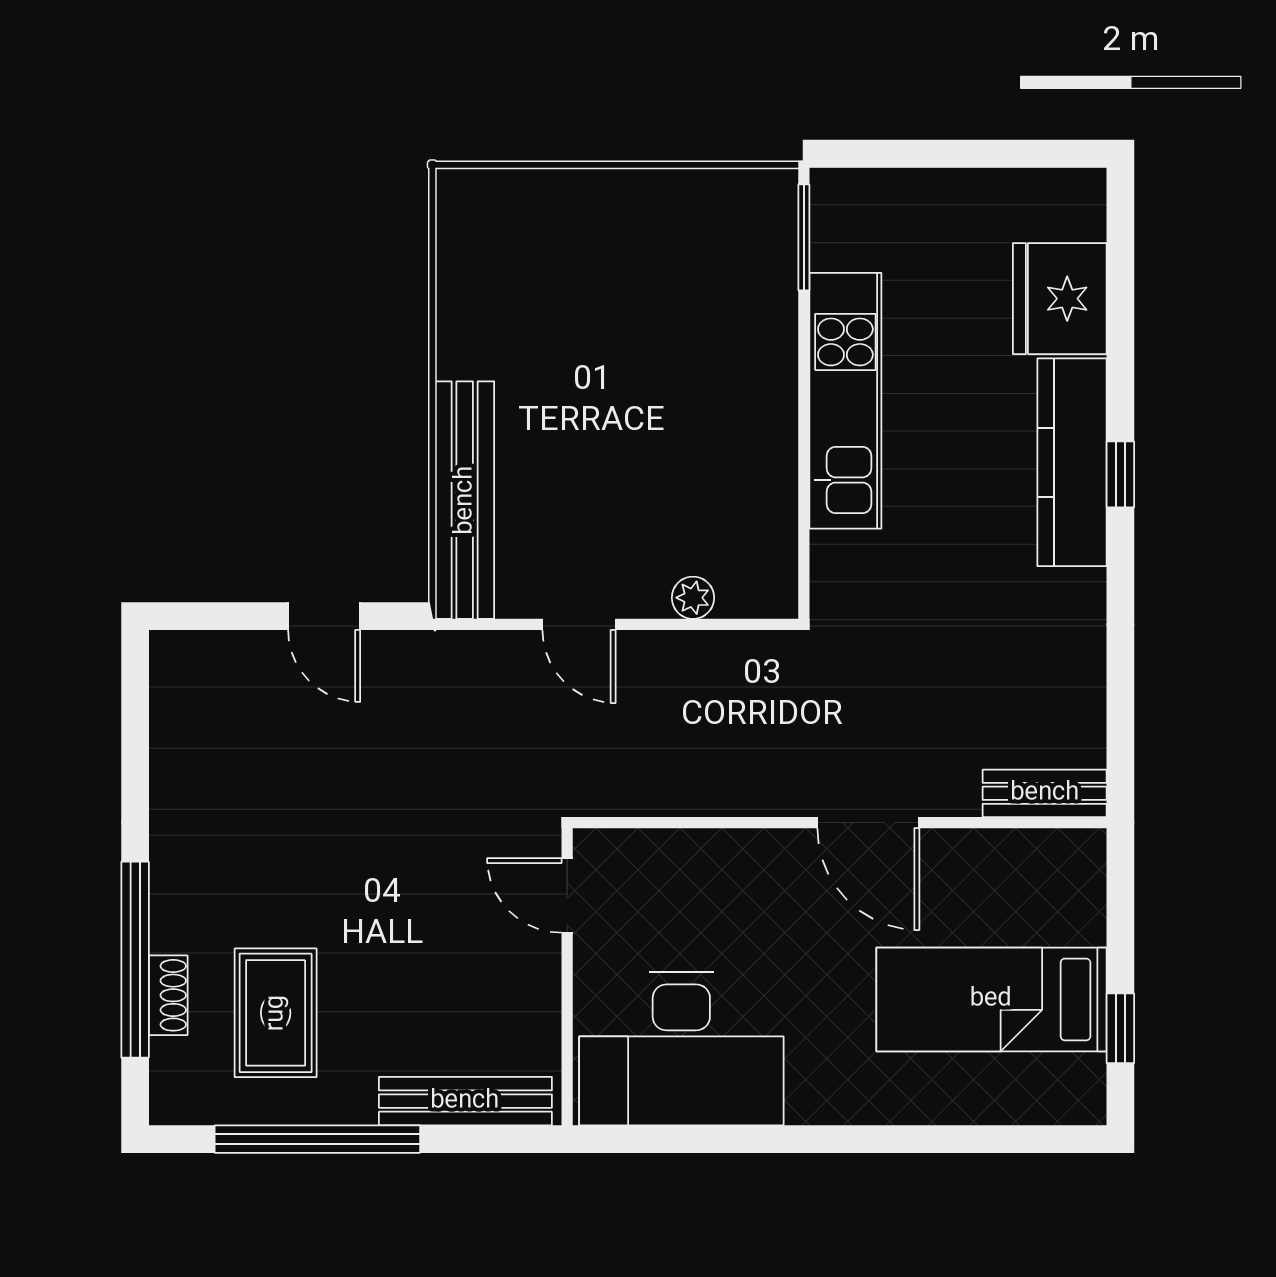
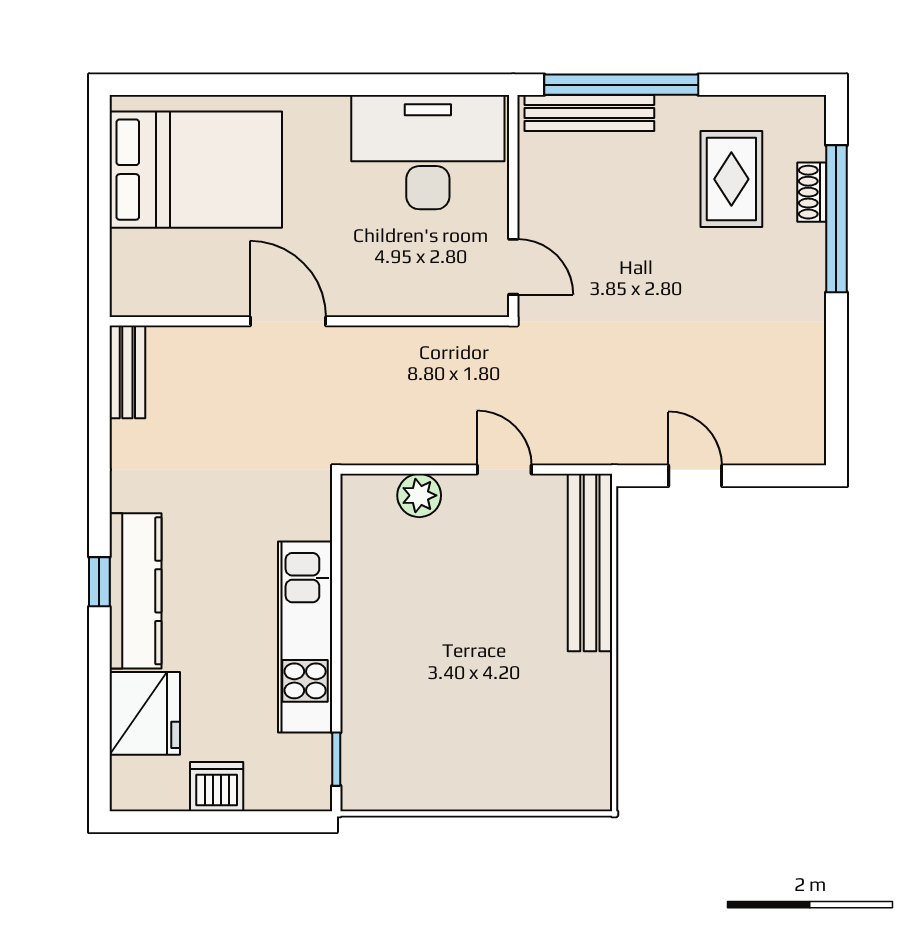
dishwasher: (964, 201) -> (217, 787), added
window: (804, 237) -> (336, 759), width x0.67
plant: (693, 598) -> (419, 495), width x1.38, depth x1.38
bench: (1045, 793) -> (127, 372), moved, turned 90
bed: (991, 999) -> (196, 170), width x1.50
window: (1120, 1028) -> (99, 167), removed
window: (317, 1139) -> (621, 85), moved

